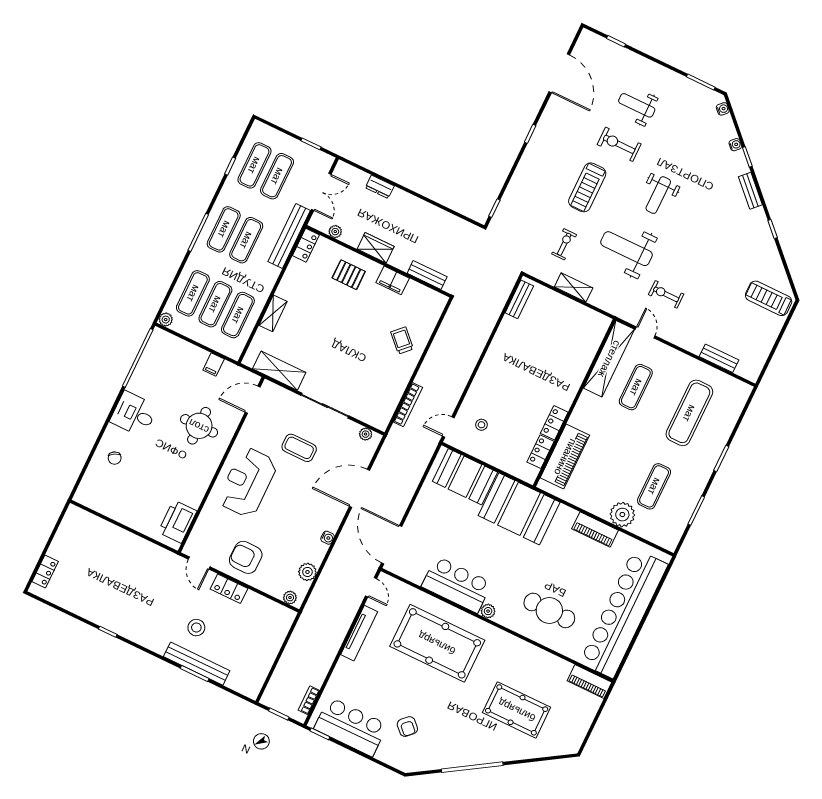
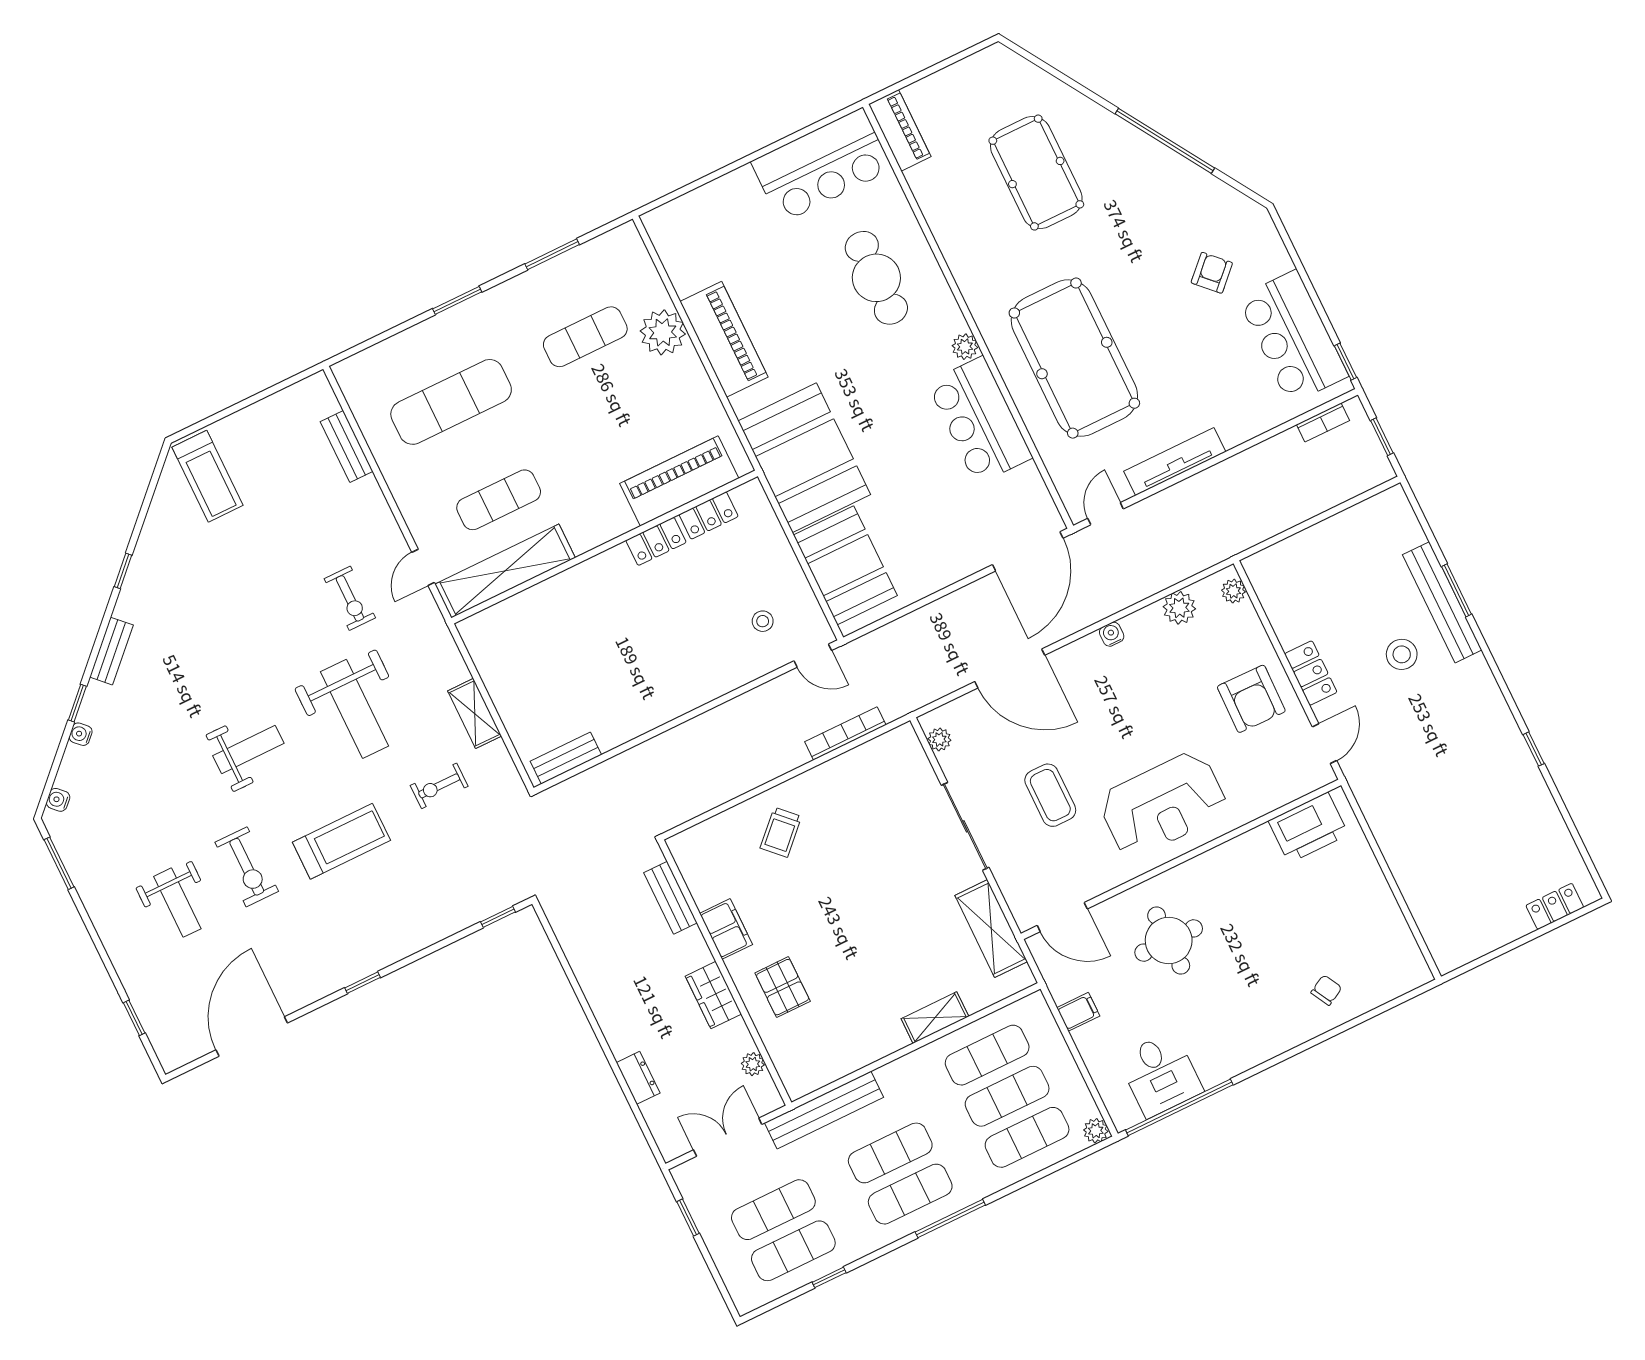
locker: (306, 245) -> (810, 1078), removed
desk: (134, 414) -> (1160, 1074), moved
piano: (595, 530) -> (724, 339), width x1.37, depth x1.33
bar counter: (624, 614) -> (822, 165), width x0.54

